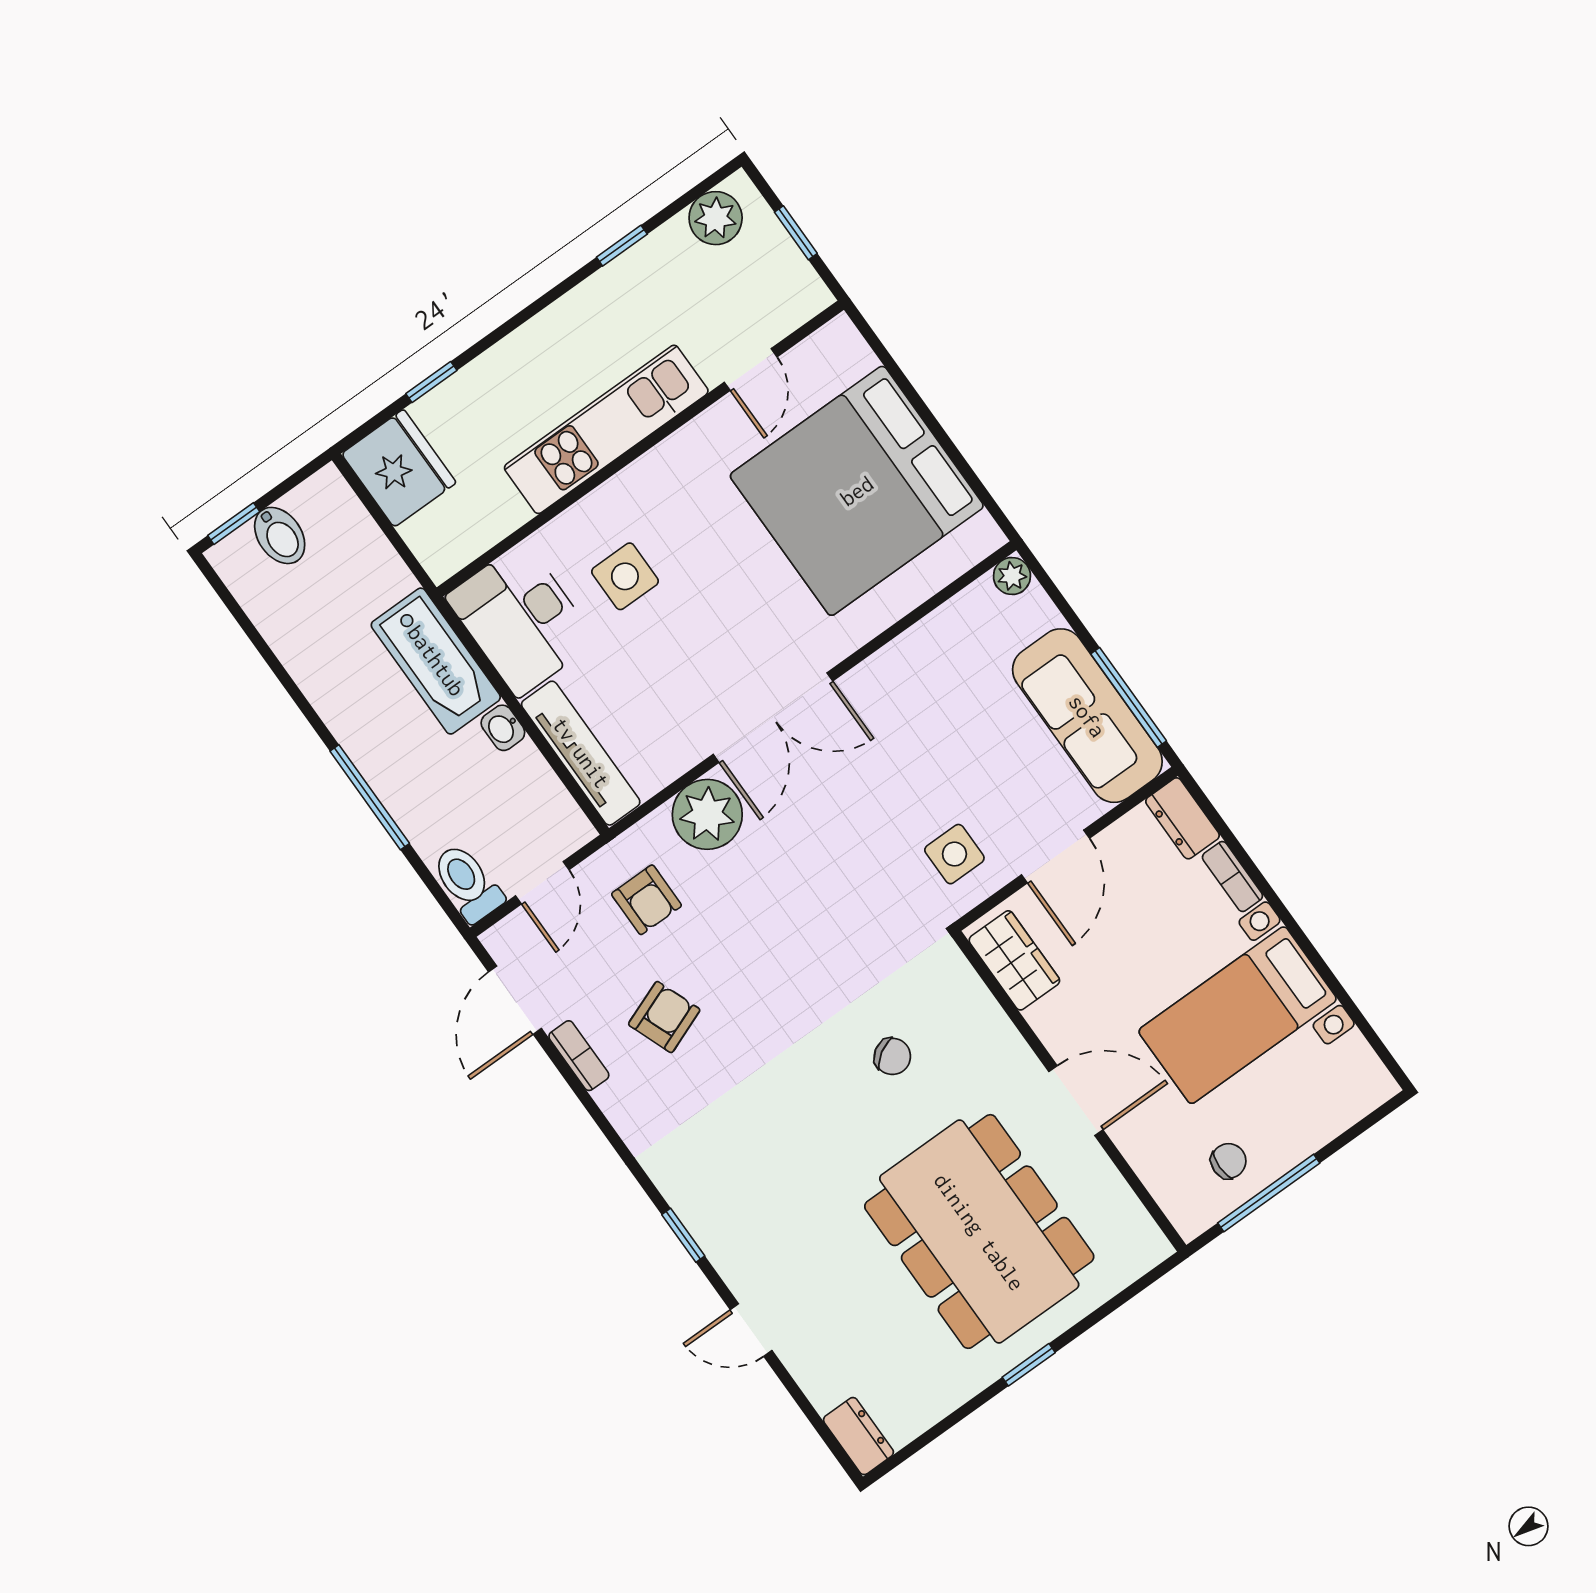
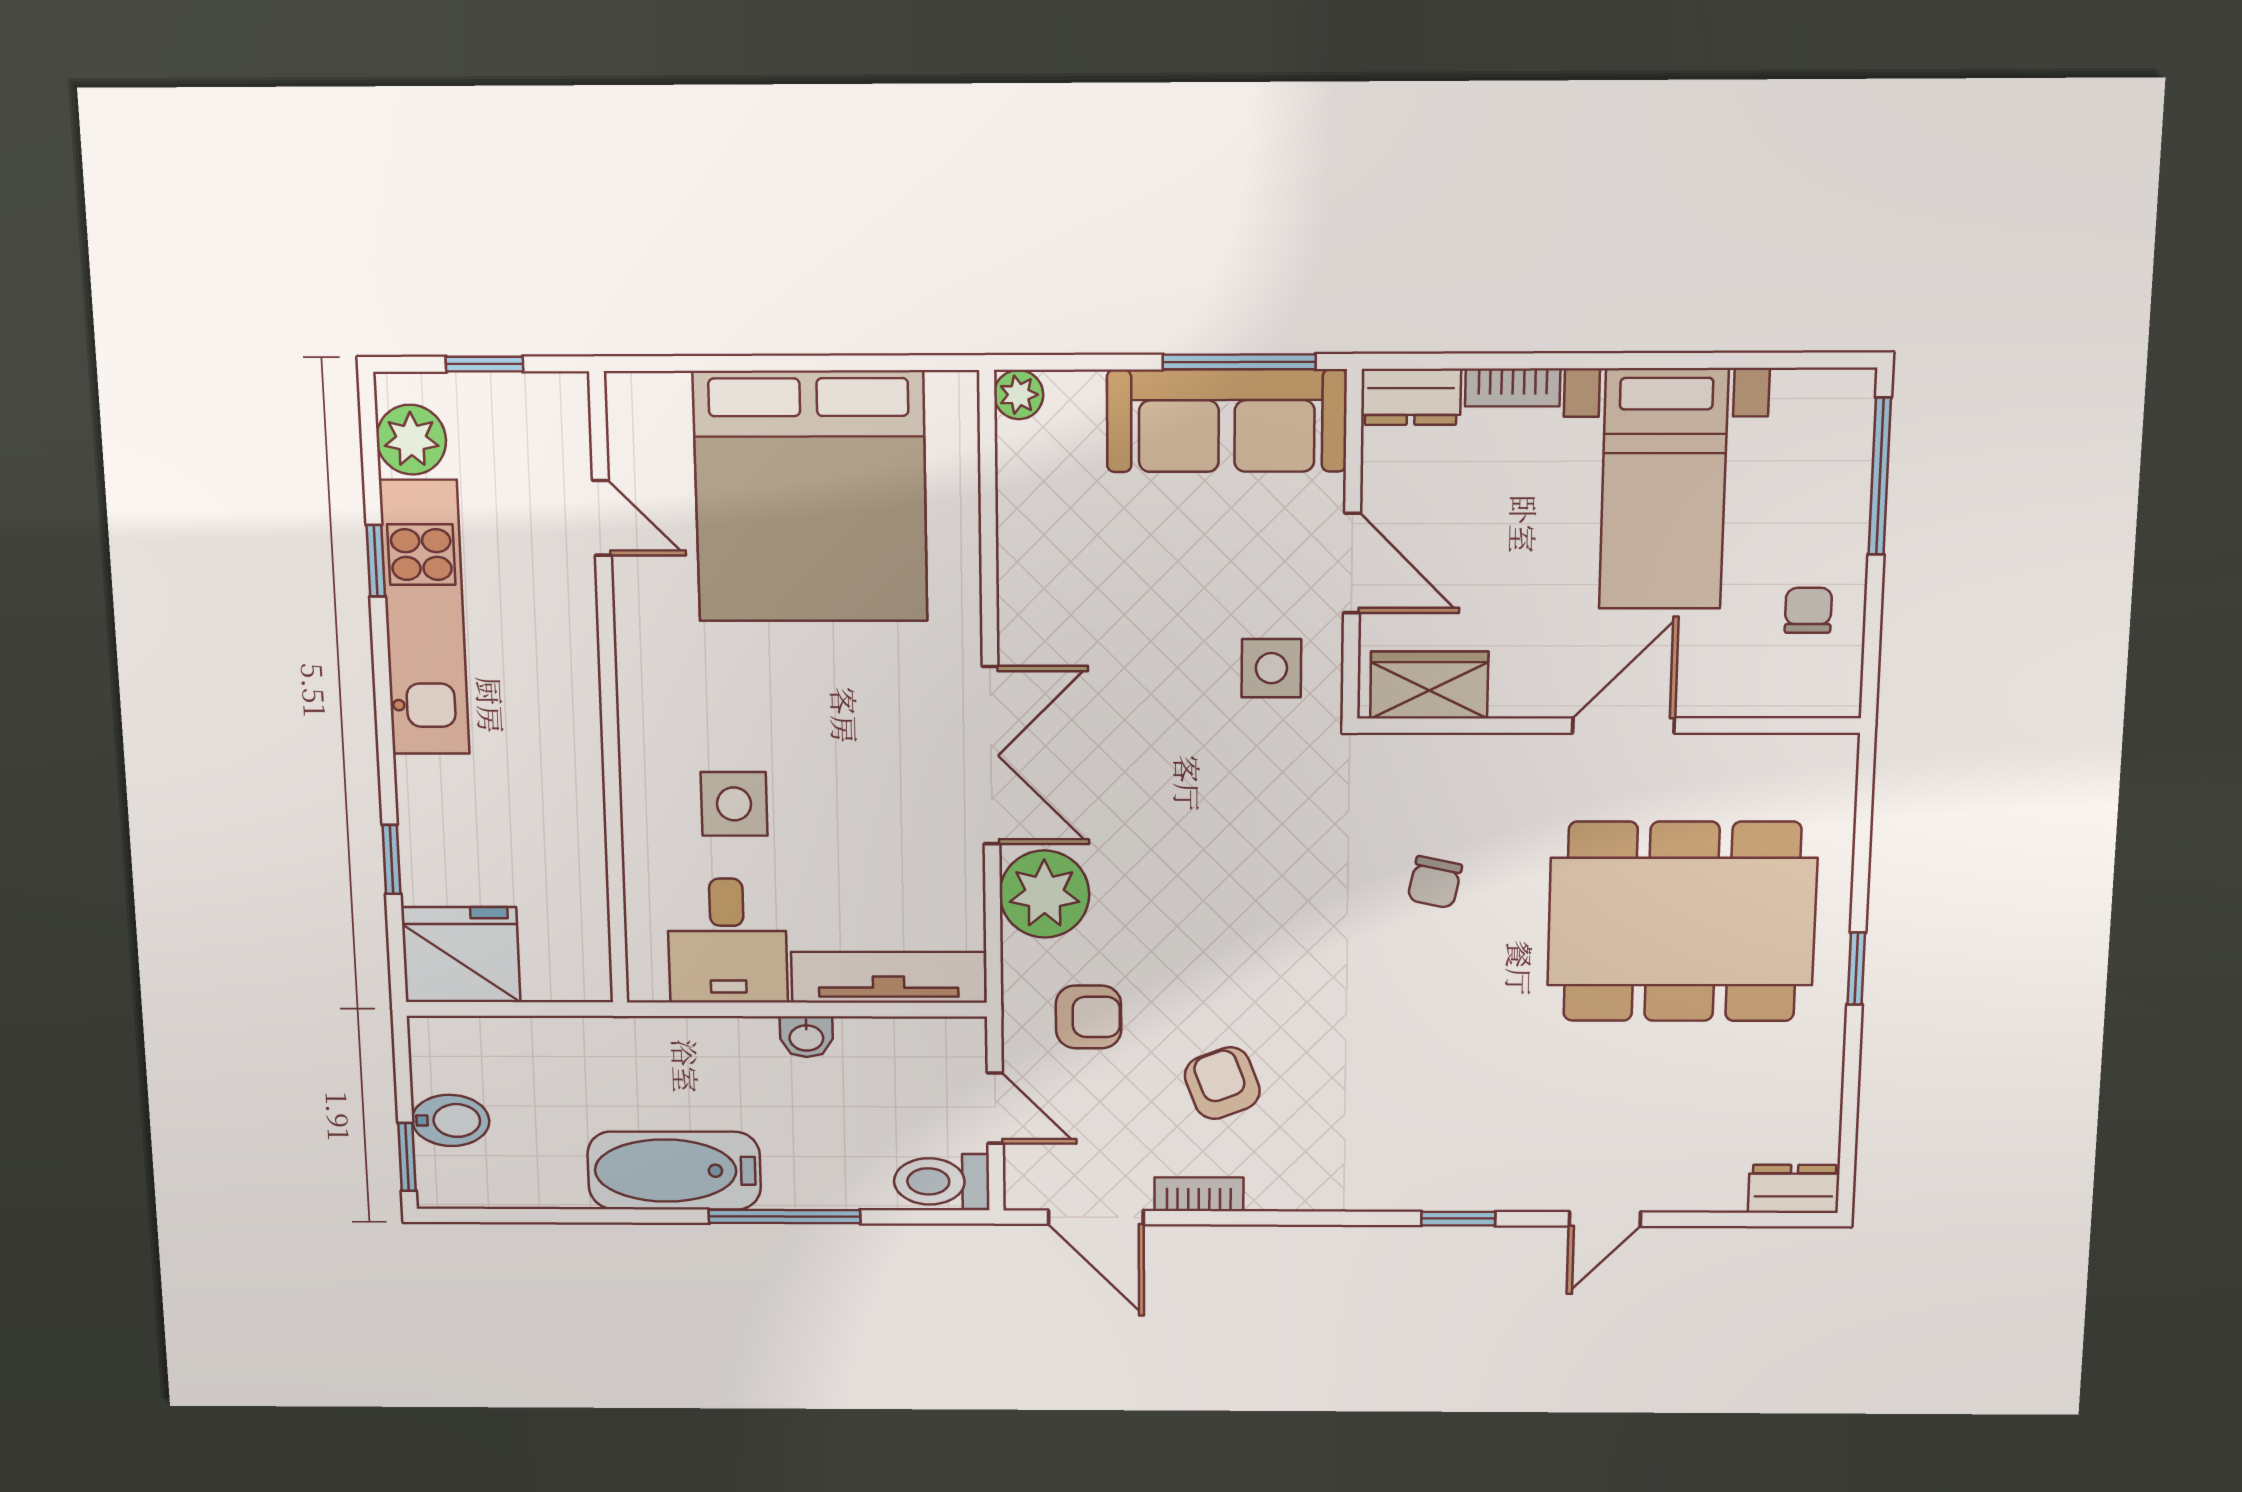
kitchen unit: (606, 429) -> (424, 618), moved, turned 180
desk: (521, 619) -> (727, 941), width x0.73
bathtub: (436, 661) -> (674, 1171), moved, turned 180
chair: (892, 1056) -> (1435, 882), turned 134
window: (1269, 1193) -> (1880, 476), moved

